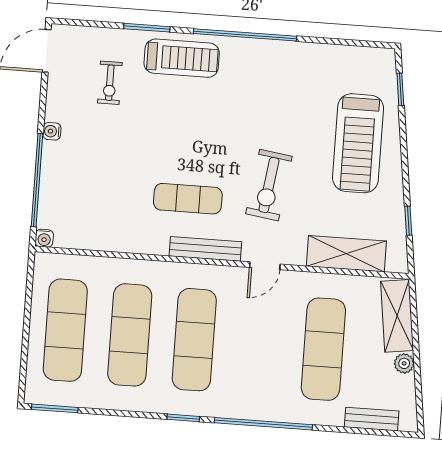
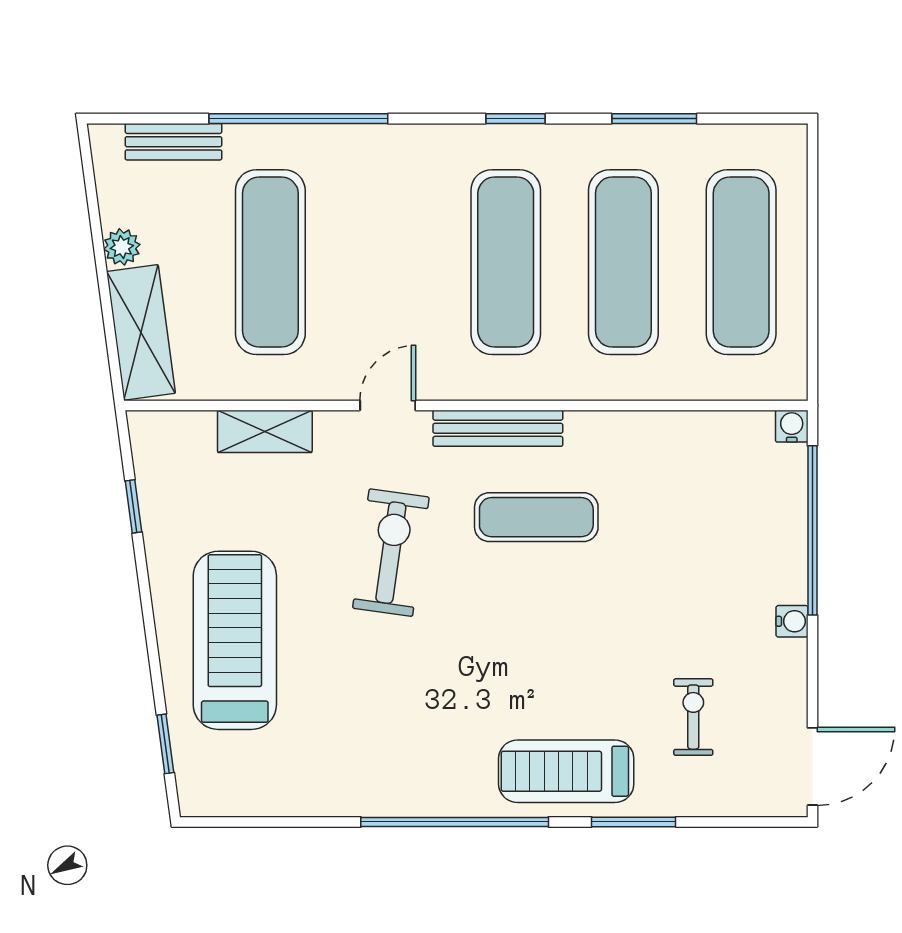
shelving: (346, 254) -> (265, 431), width x0.67, depth x0.75
window: (55, 408) -> (654, 119), moved
window: (263, 424) -> (298, 119), moved

